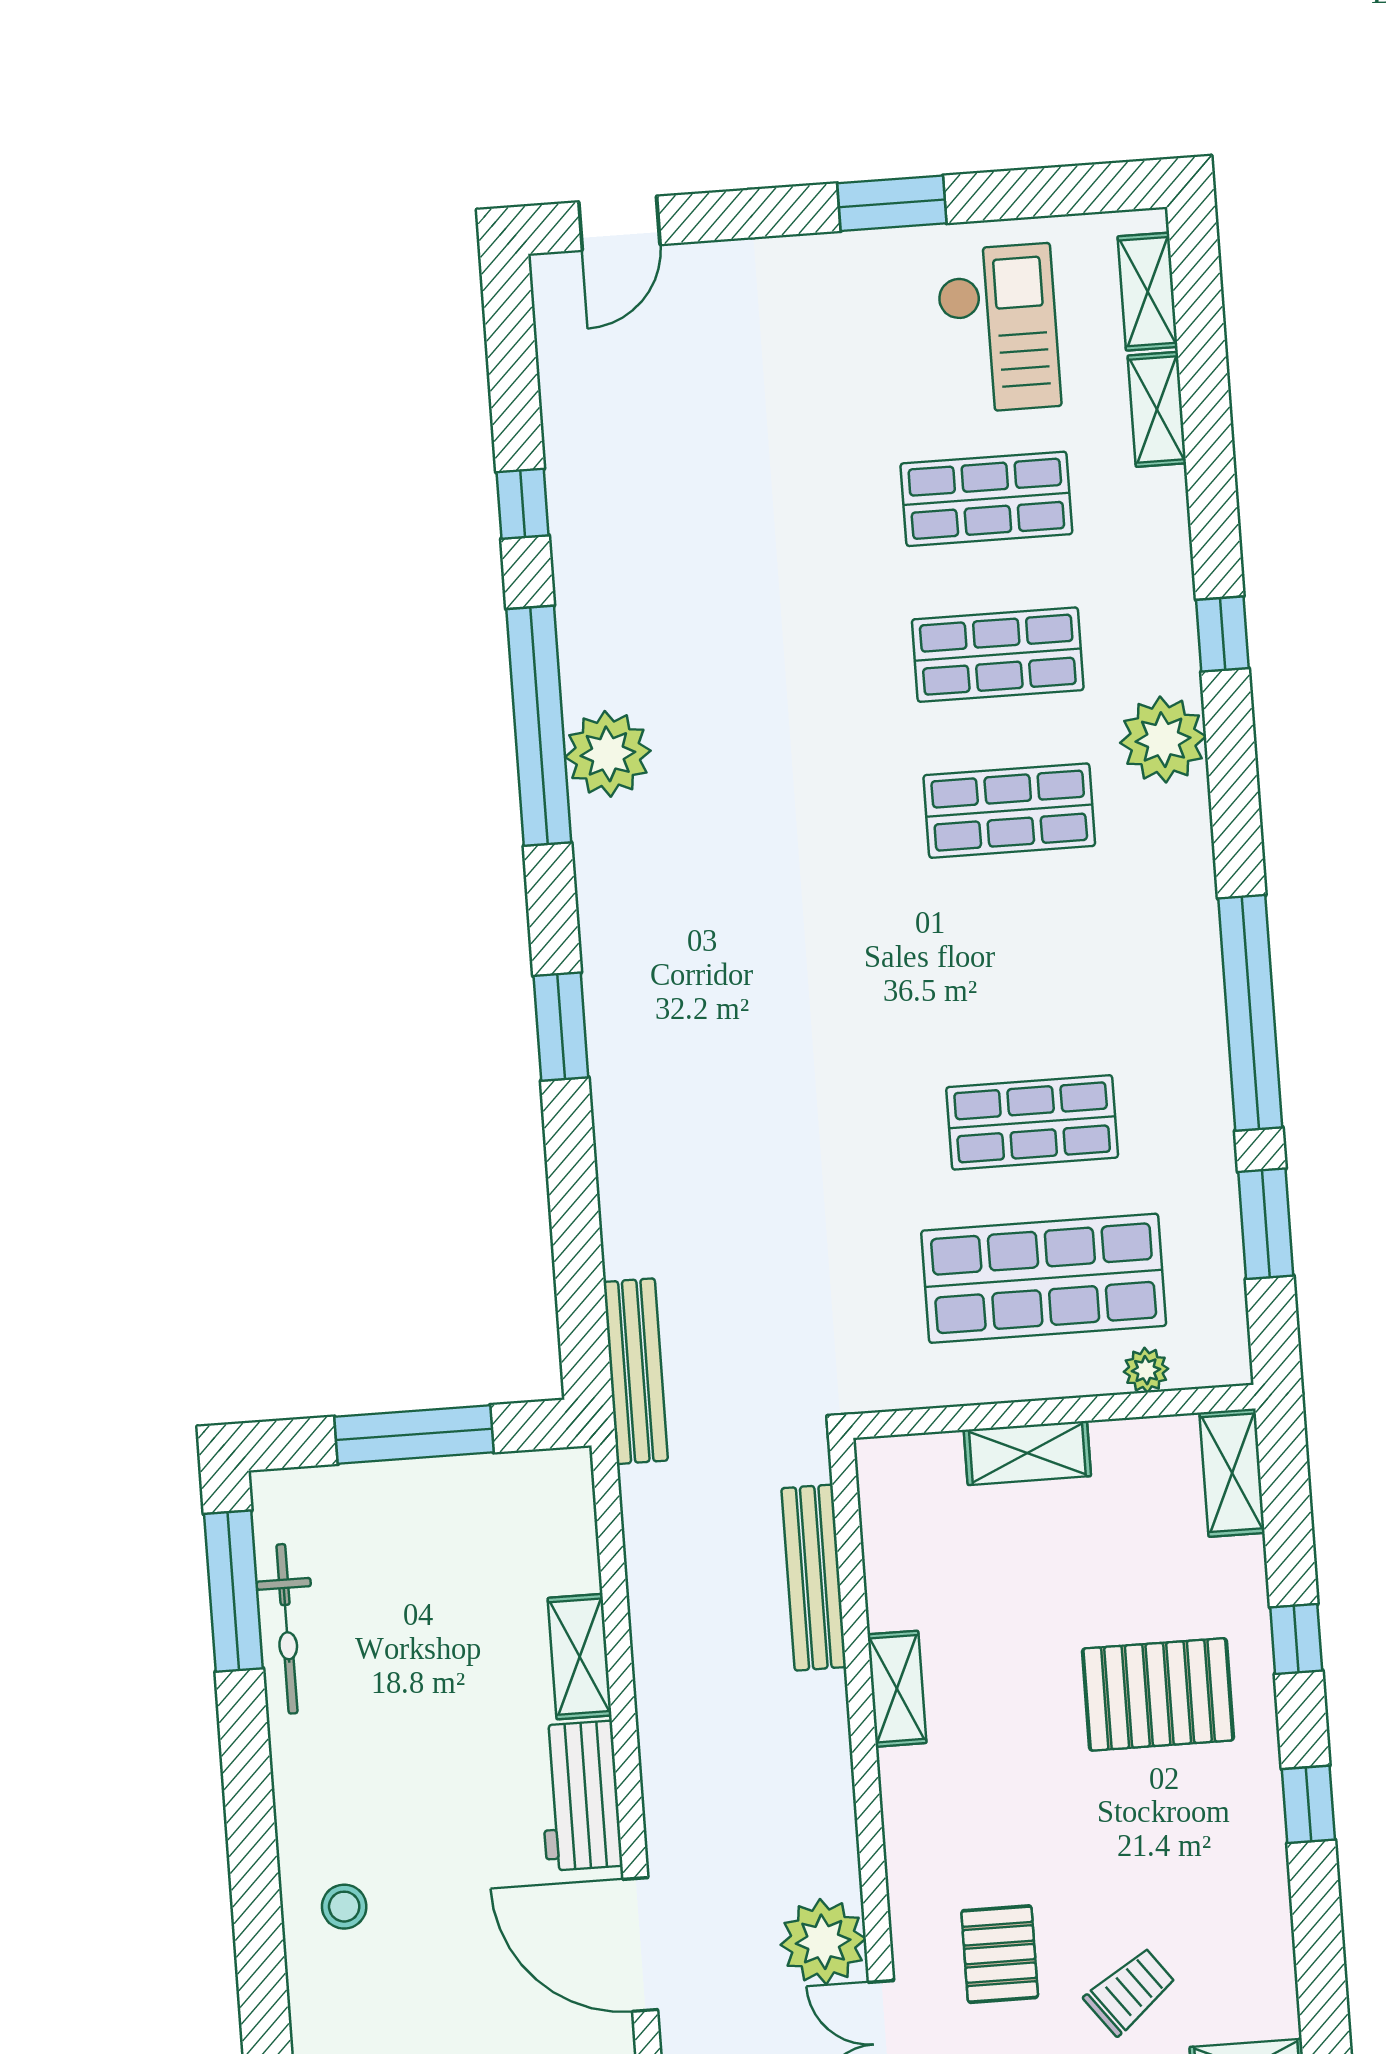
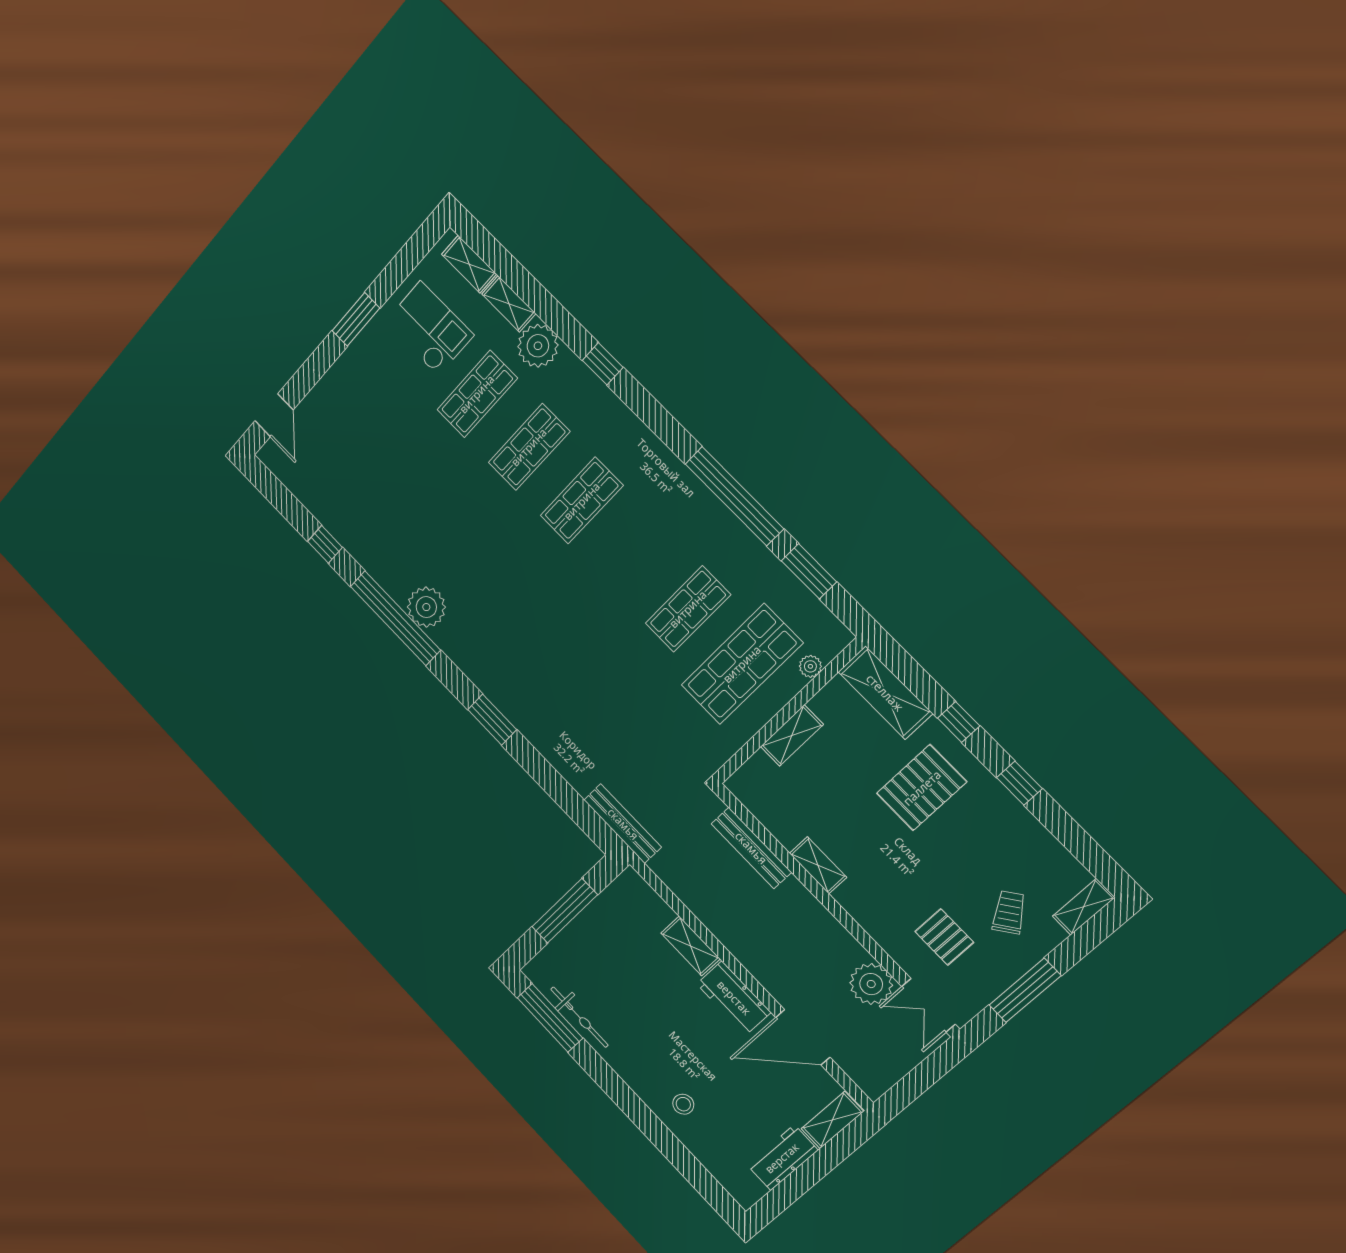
plant: (1163, 740) -> (538, 346), moved
shelving: (1232, 1473) -> (885, 693), width x1.50, depth x1.33

